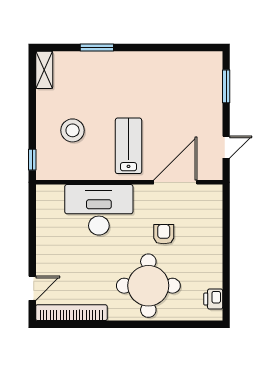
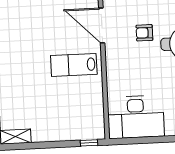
stool: (73, 130) -> (64, 111), removed
desk: (99, 210) -> (136, 117), moved, turned -90

